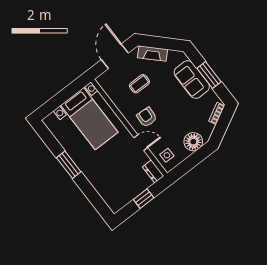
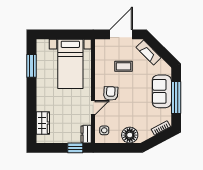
window: (209, 75) -> (176, 97), width x1.44
door: (141, 143) -> (93, 108), hinge flipped
window: (69, 165) -> (31, 66), moved
wardrobe: (106, 192) -> (43, 123), added
window: (144, 199) -> (75, 148), moved

